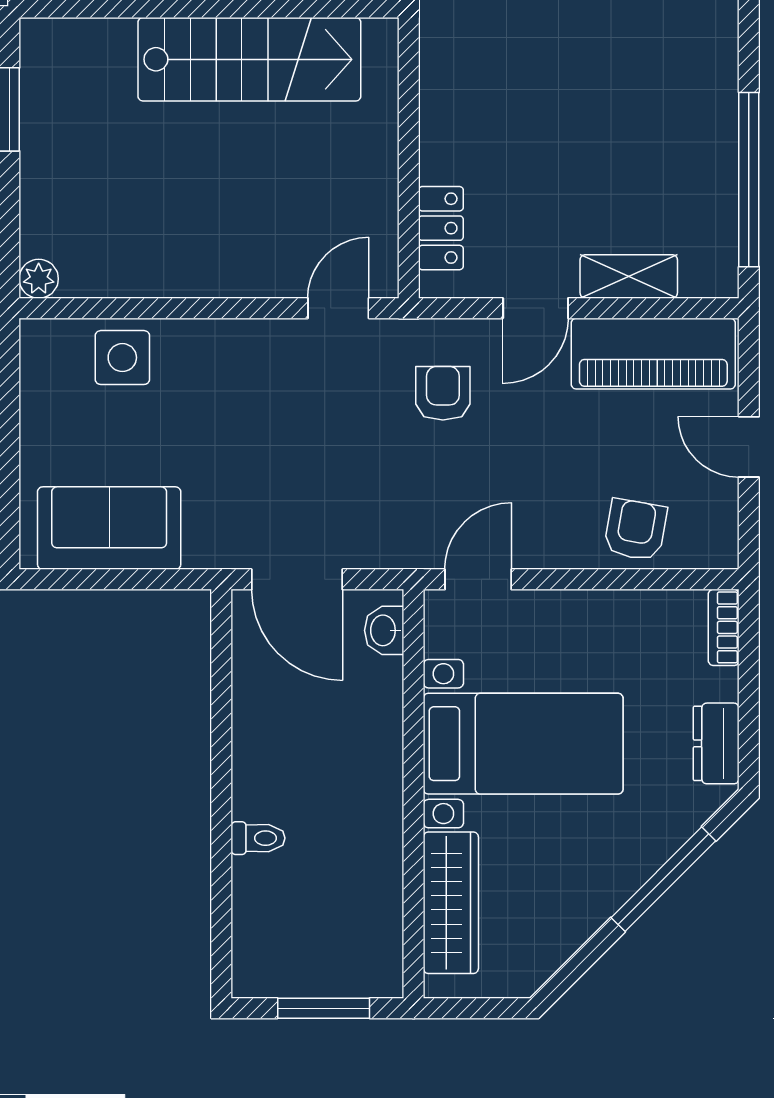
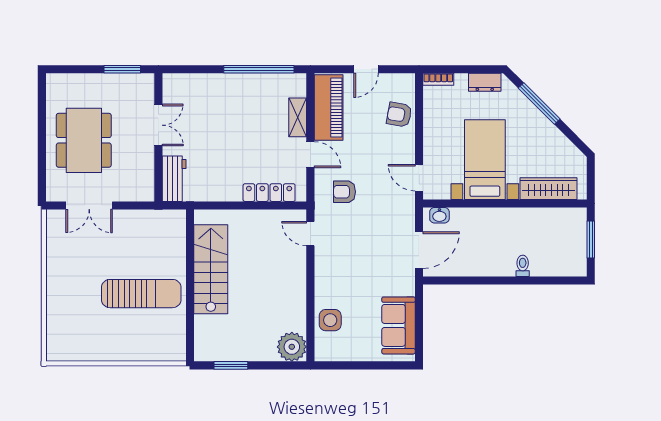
locker: (441, 228) -> (269, 193), width x1.53
plant: (39, 279) -> (292, 347), width x1.87, depth x1.87

